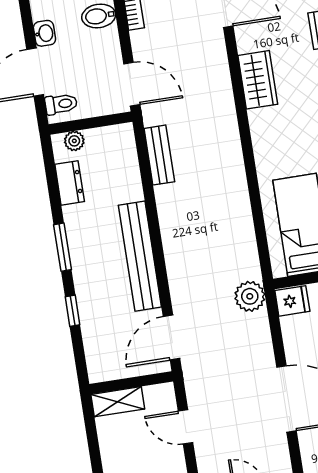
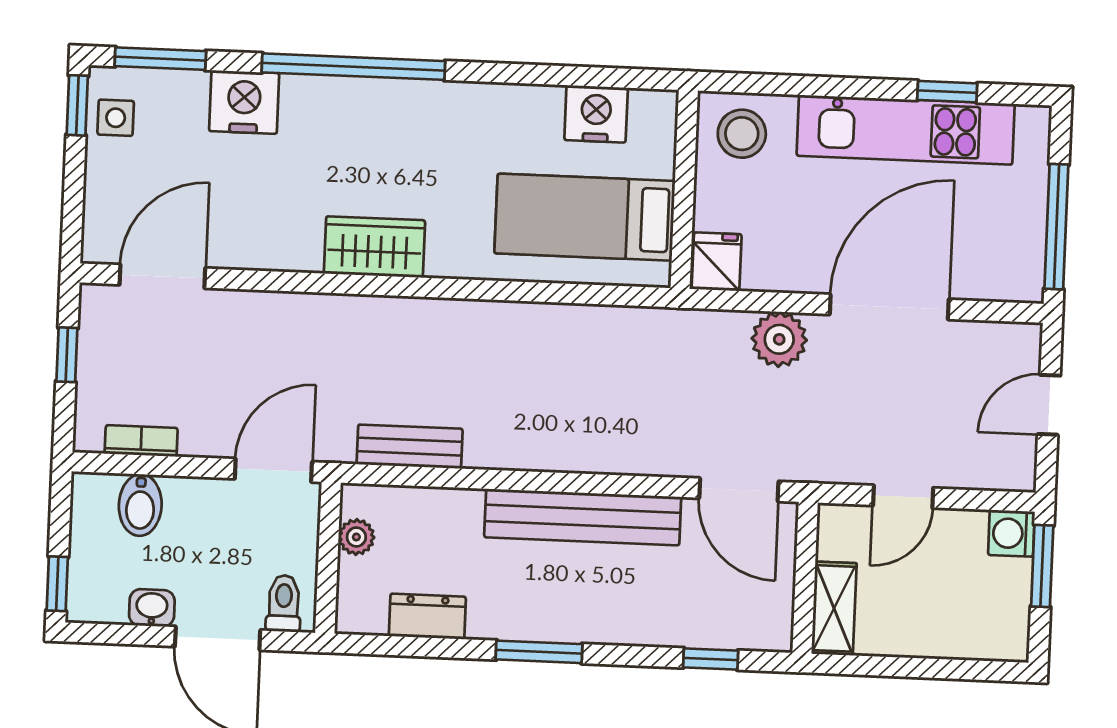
wardrobe: (258, 80) -> (374, 247), moved
plant: (74, 141) -> (356, 537), moved
plant: (250, 296) -> (779, 339), moved
window: (72, 311) -> (711, 659), moved

